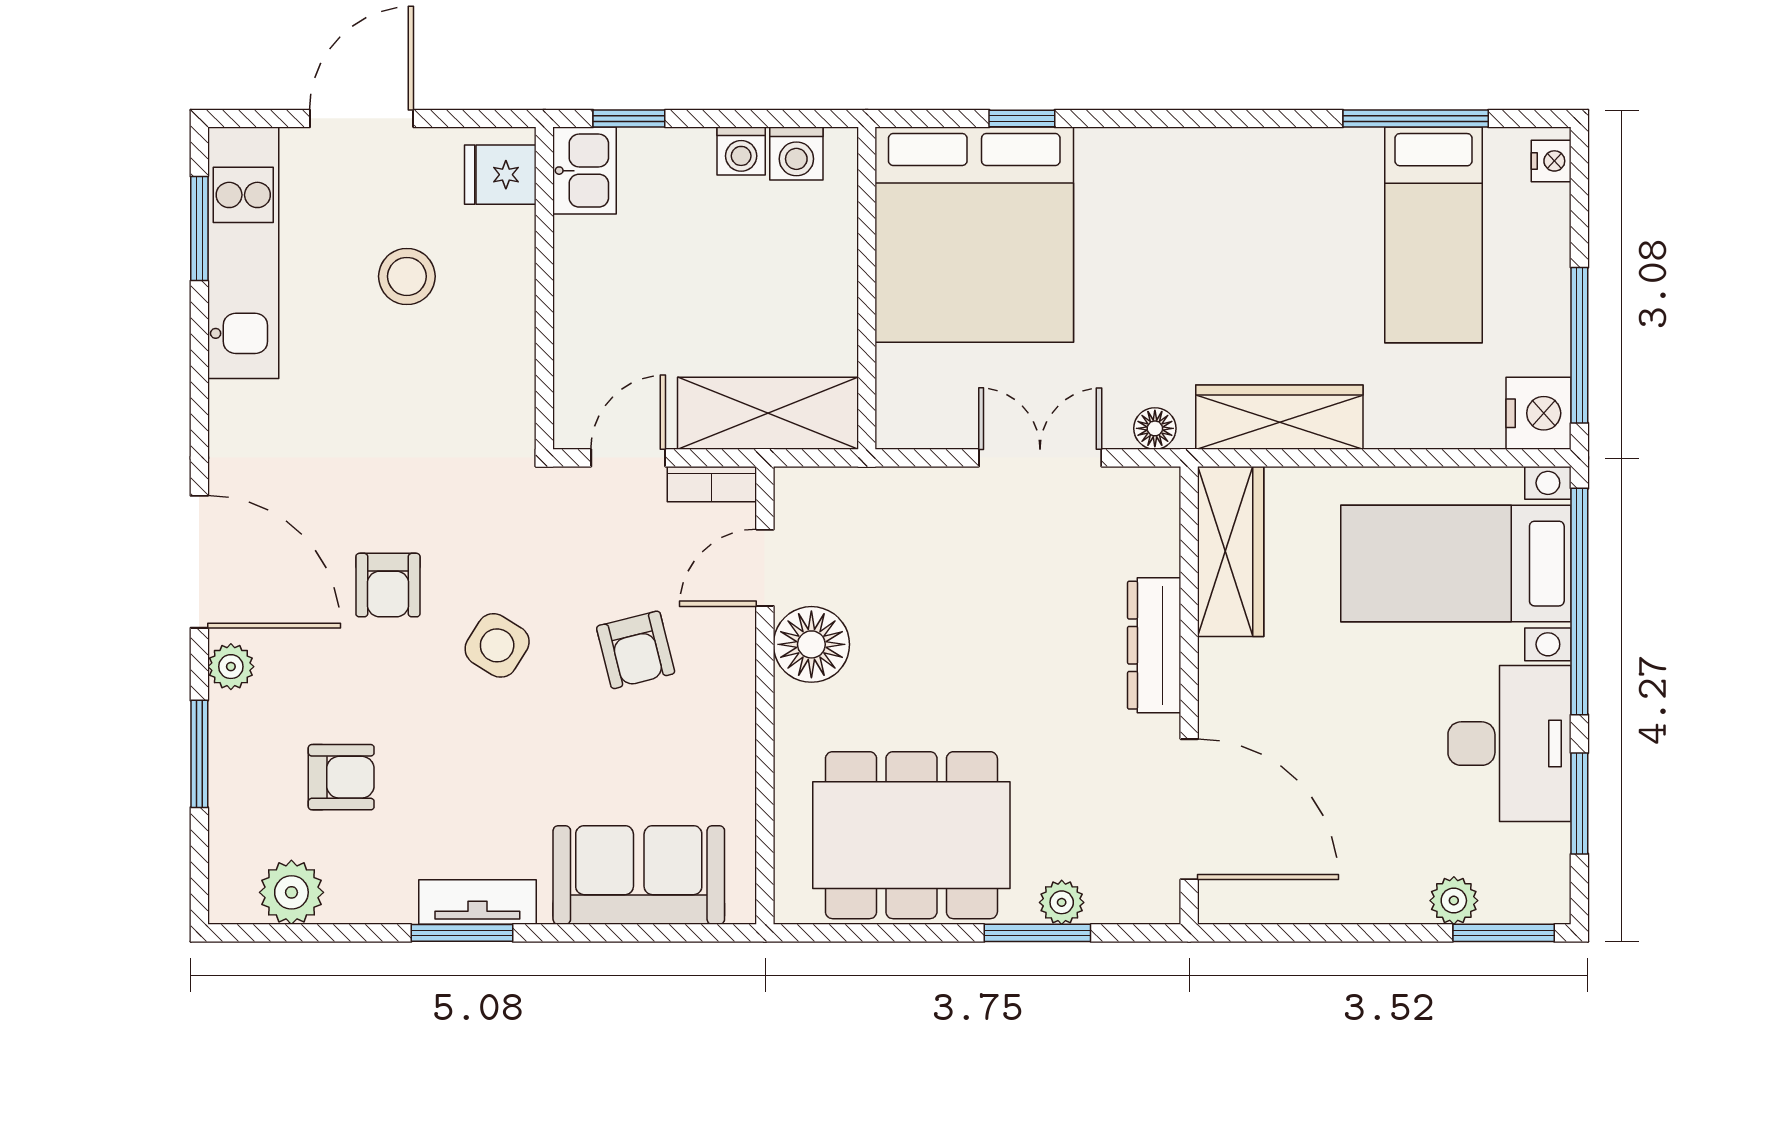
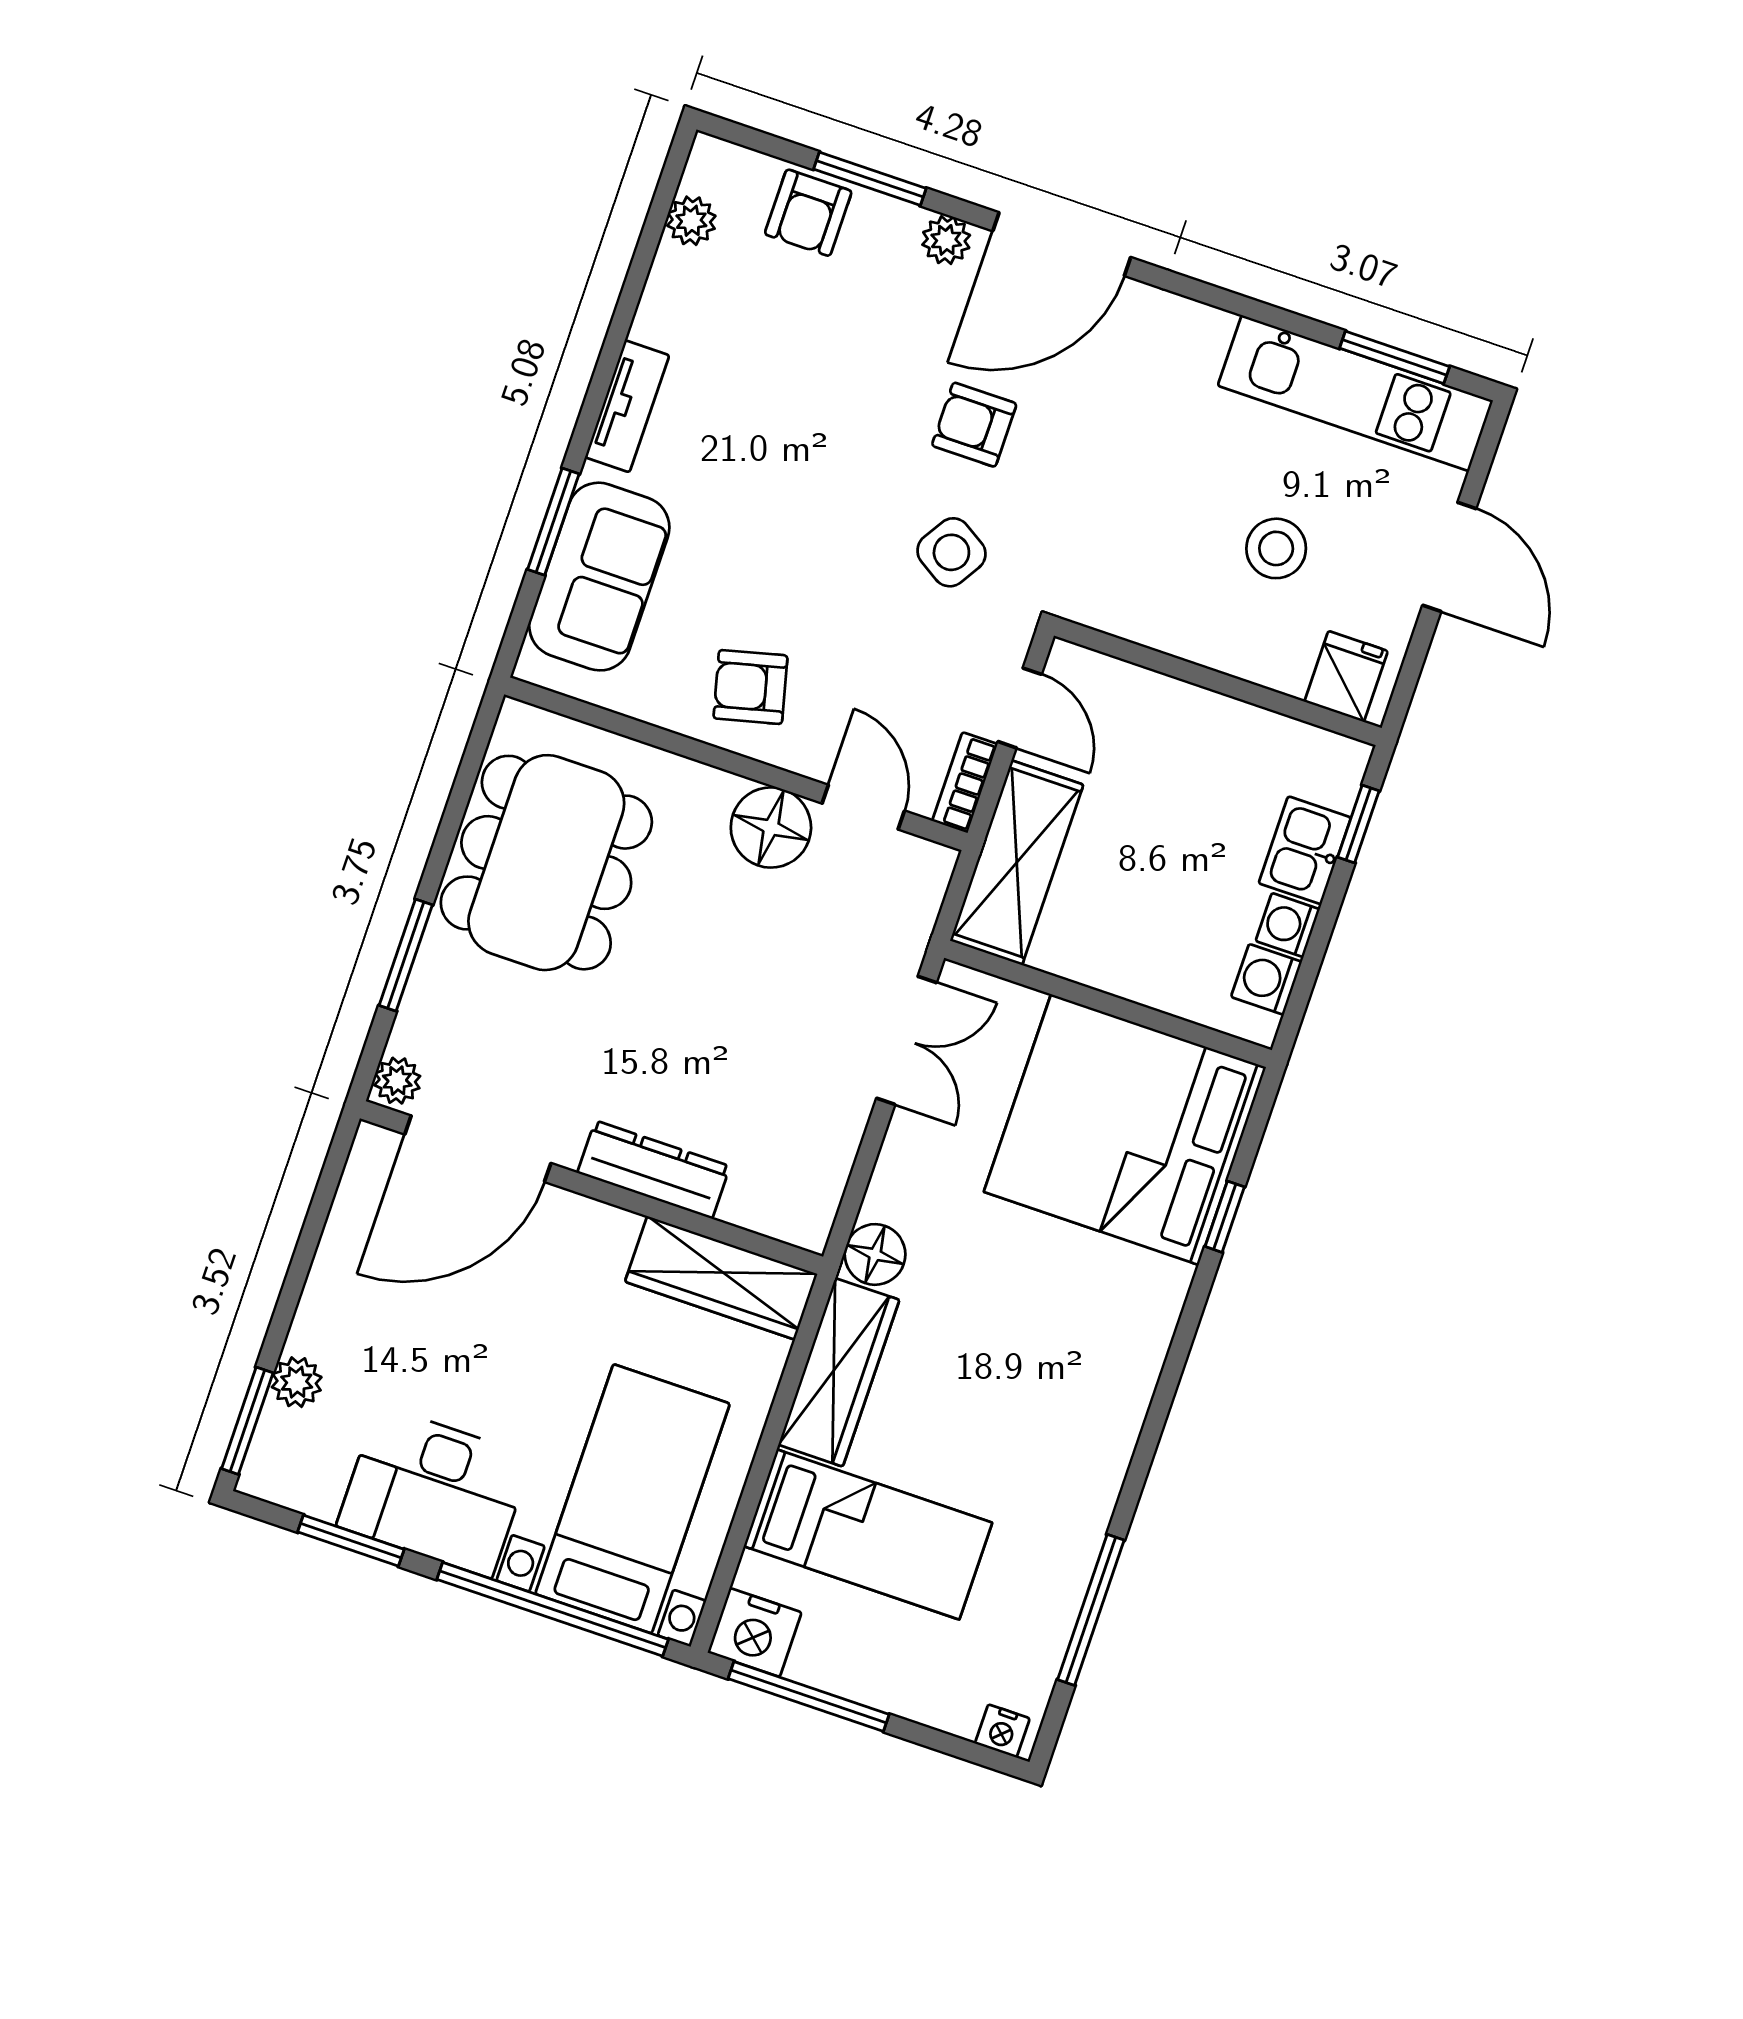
kitchen sink: (584, 171) -> (1305, 850), moved, turned 90
bed: (1434, 235) -> (868, 1534), moved, turned 180
floor lamp: (1155, 428) -> (875, 1254), width x1.37, depth x1.37
double door: (1040, 458) -> (906, 1040), moved
side table: (497, 645) -> (951, 552), moved
armchair: (636, 650) -> (750, 687), moved
armchair: (341, 777) -> (808, 213), moved
plant: (291, 892) -> (691, 221), width x0.73, depth x0.73
plant: (1062, 902) -> (397, 1081), moved
window: (462, 933) -> (553, 522), moved

